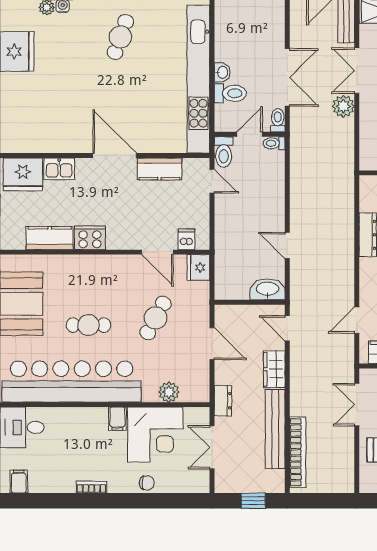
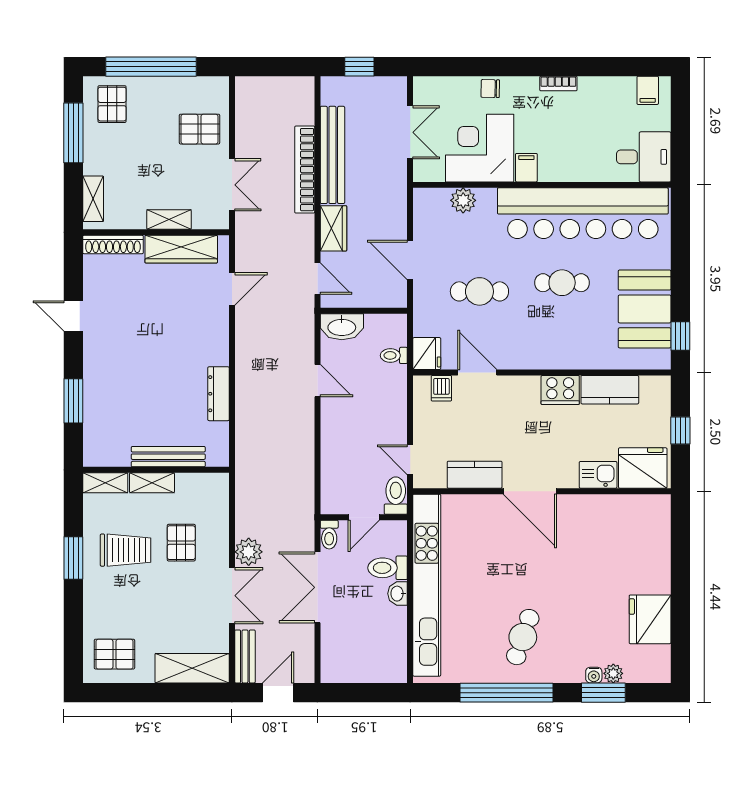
toilet: (274, 143) -> (394, 355), moved, turned 180
cafe table: (156, 318) -> (479, 291), turned 62
dresser: (223, 401) -> (397, 190), removed
bookcase: (298, 452) -> (305, 170), moved

